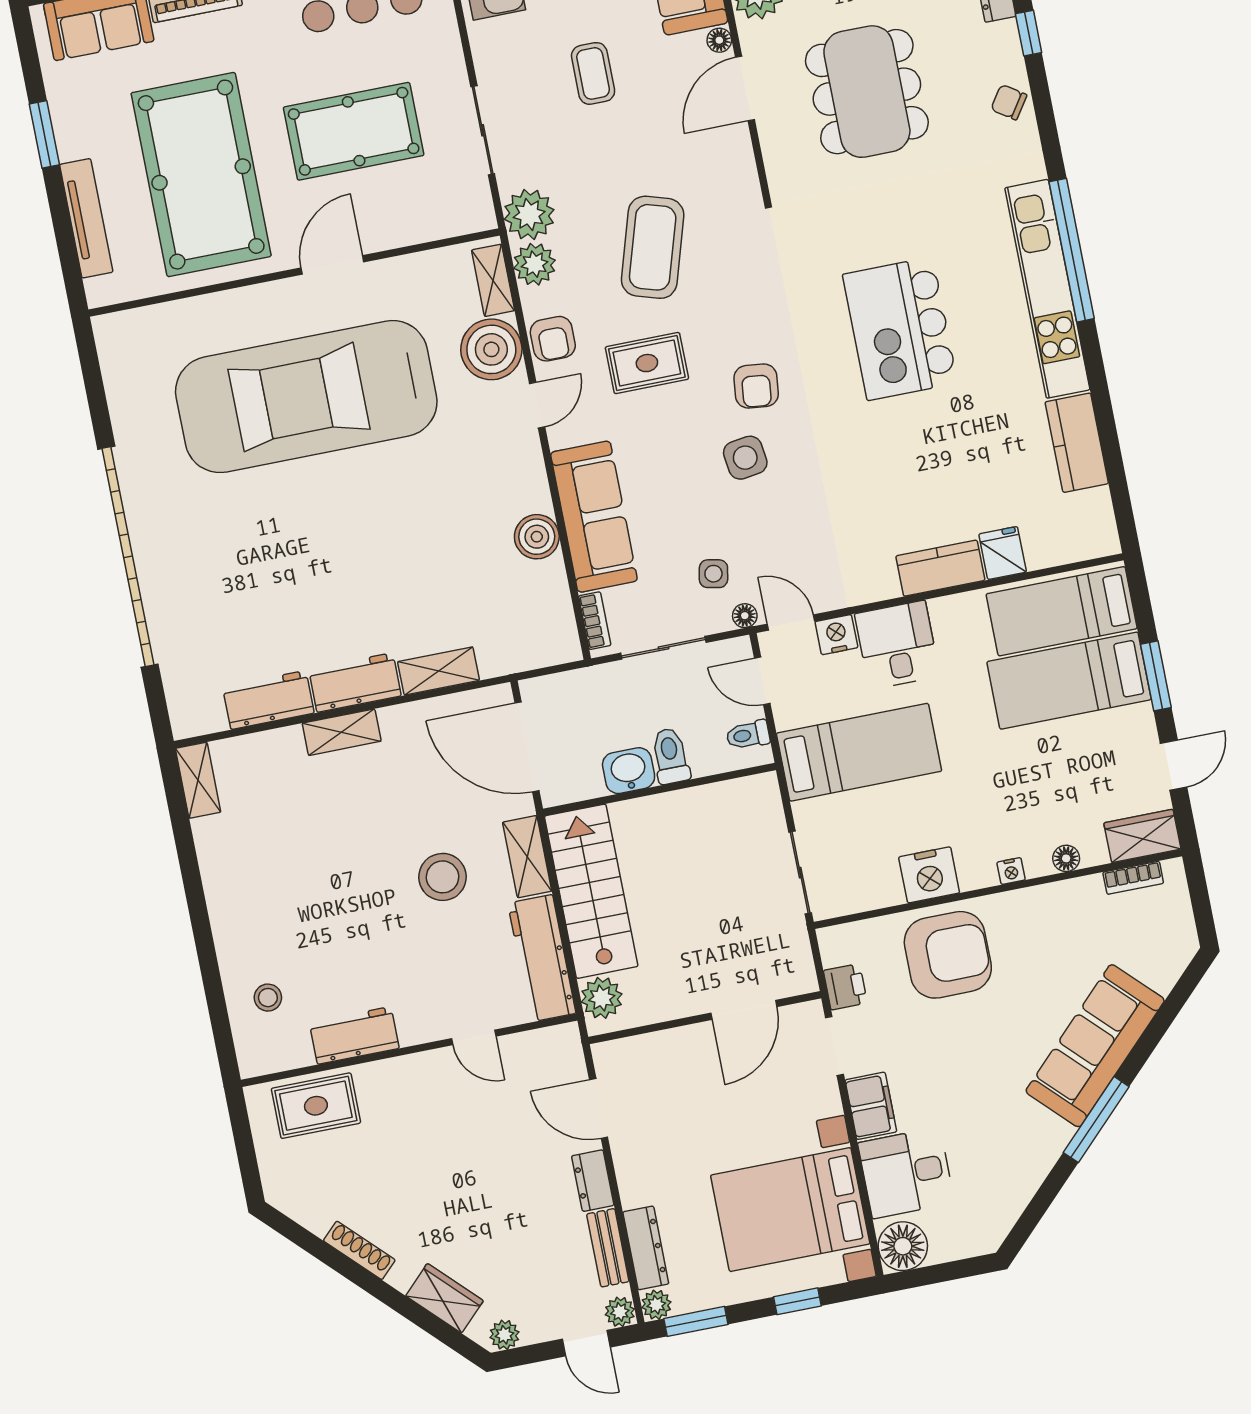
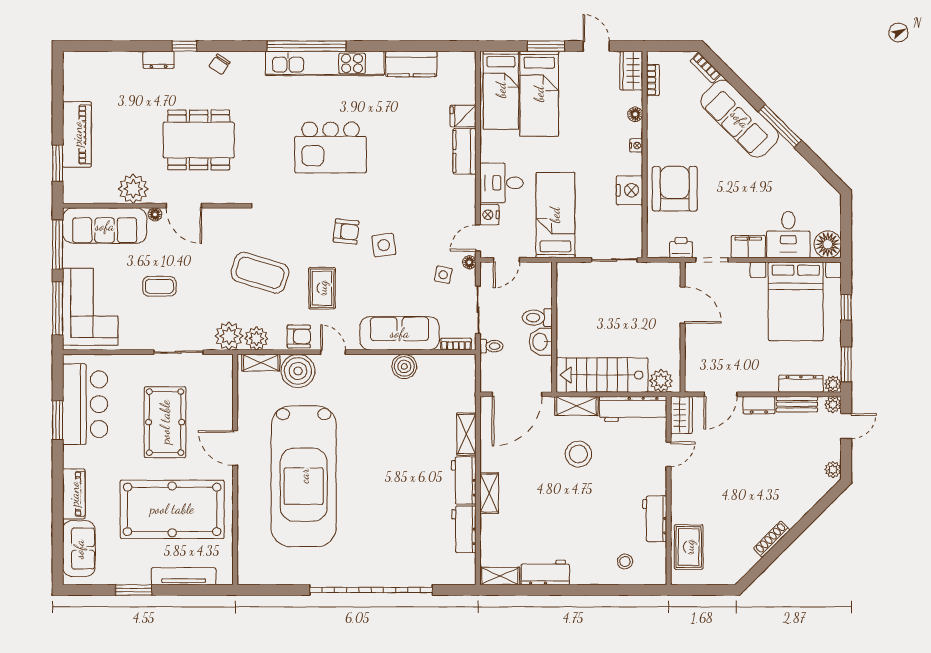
toilet: (748, 735) -> (491, 346), moved, turned -90
workbench: (220, 860) -> (545, 572), added
bookcase: (1174, 967) -> (705, 68), added
wardrobe: (444, 1298) -> (681, 415), moved, turned 135

